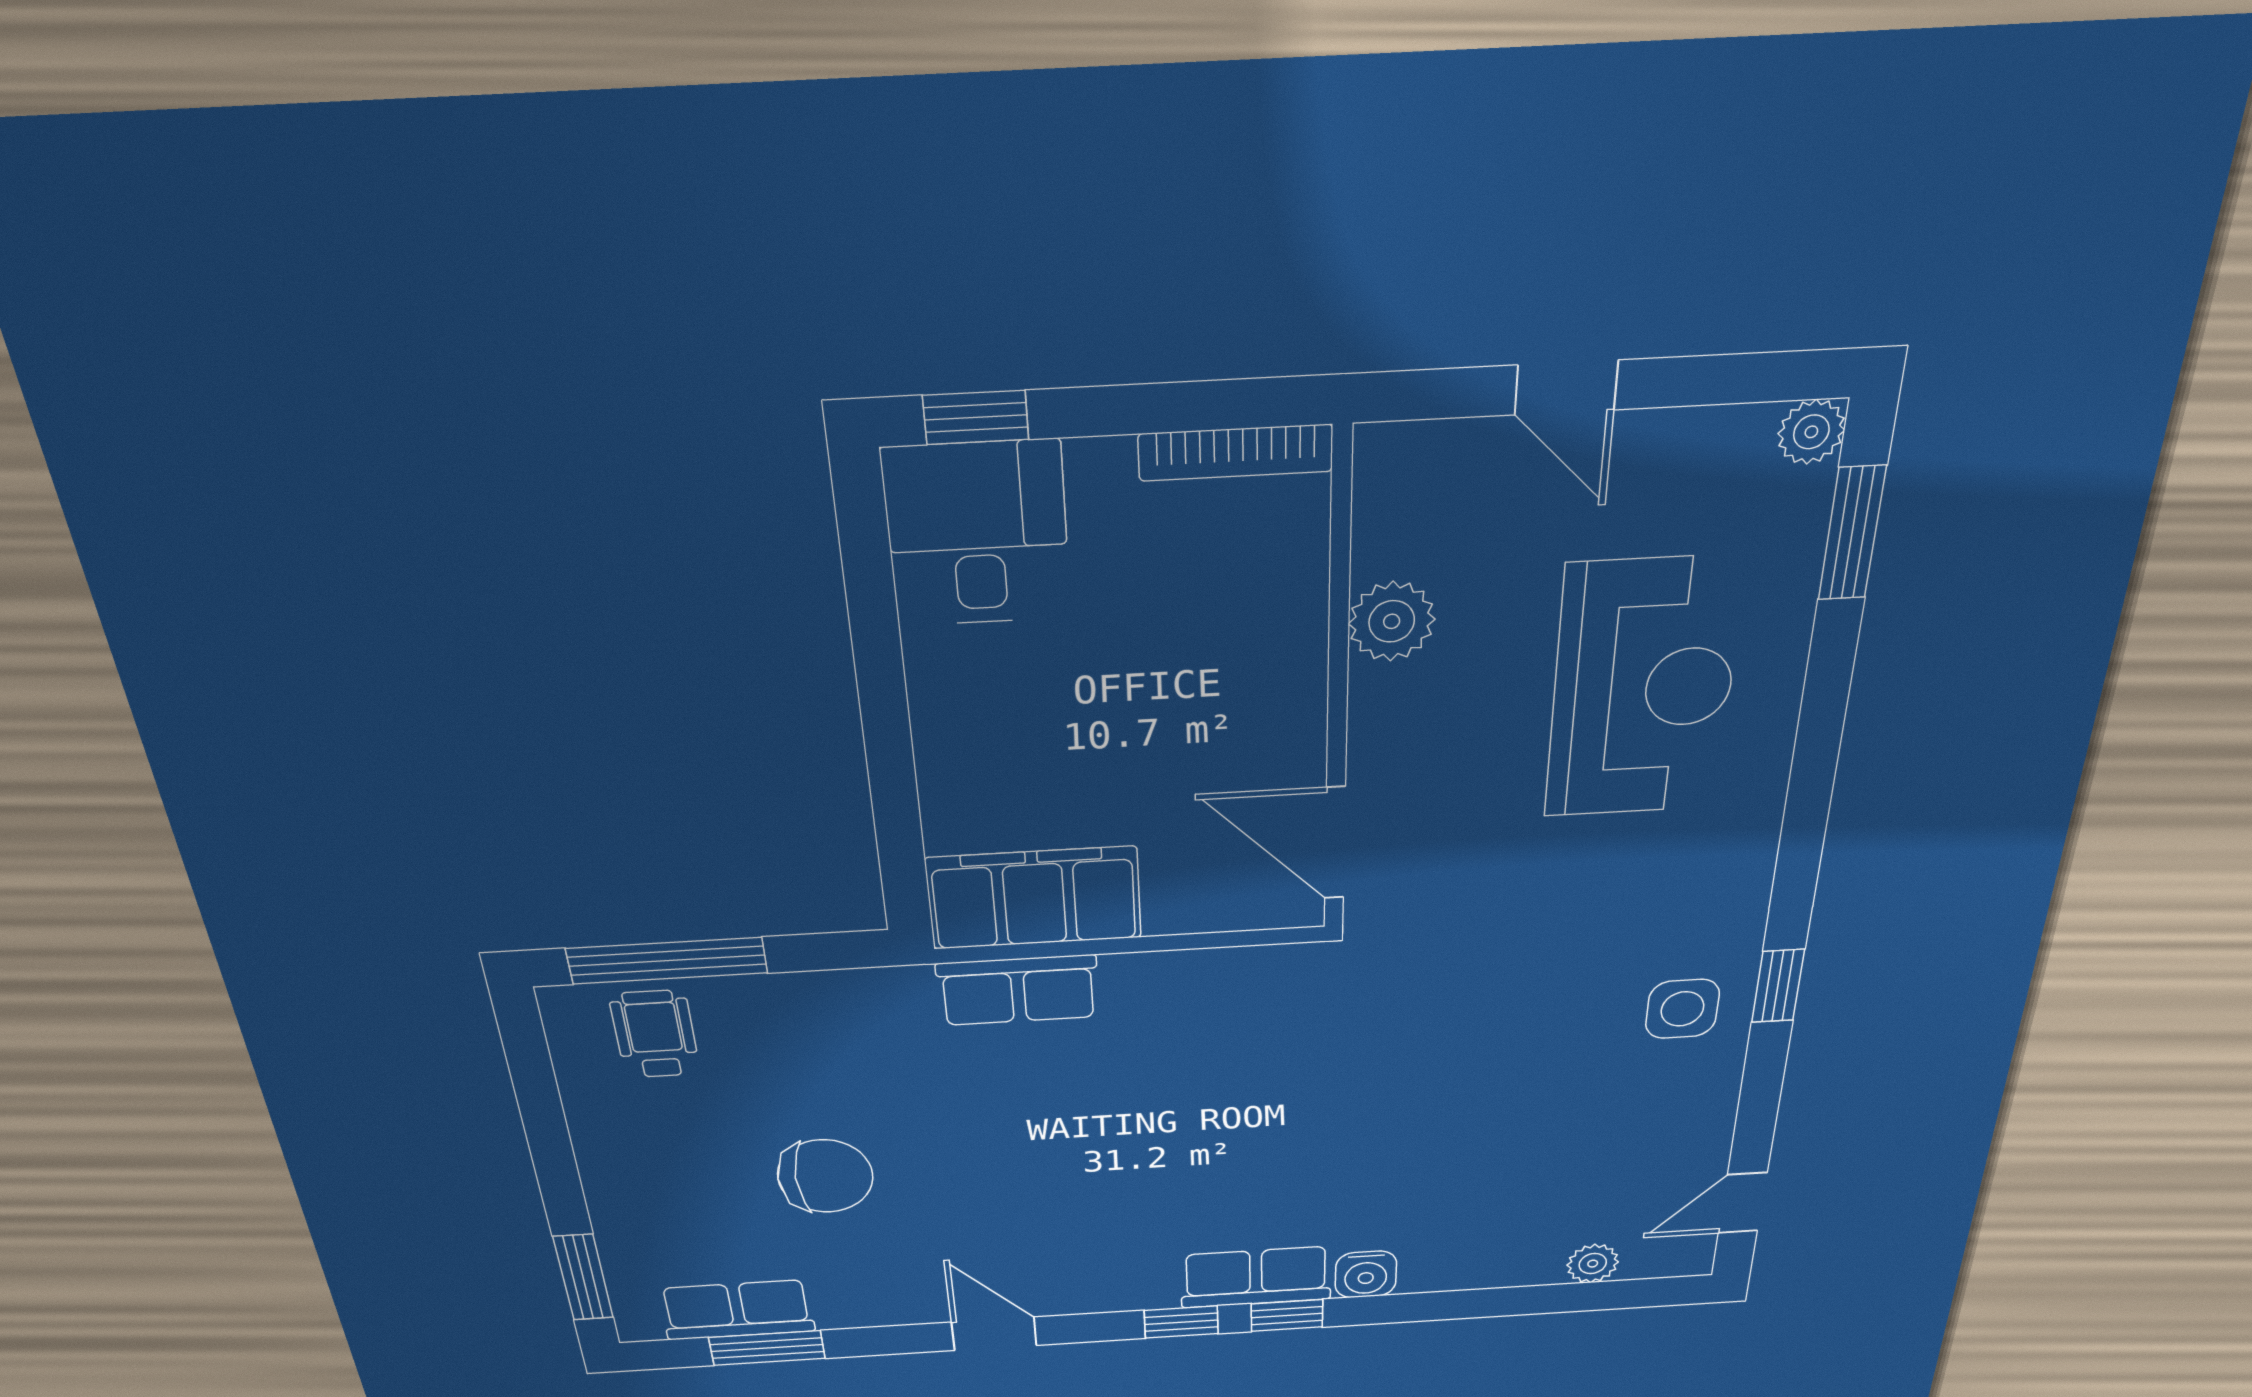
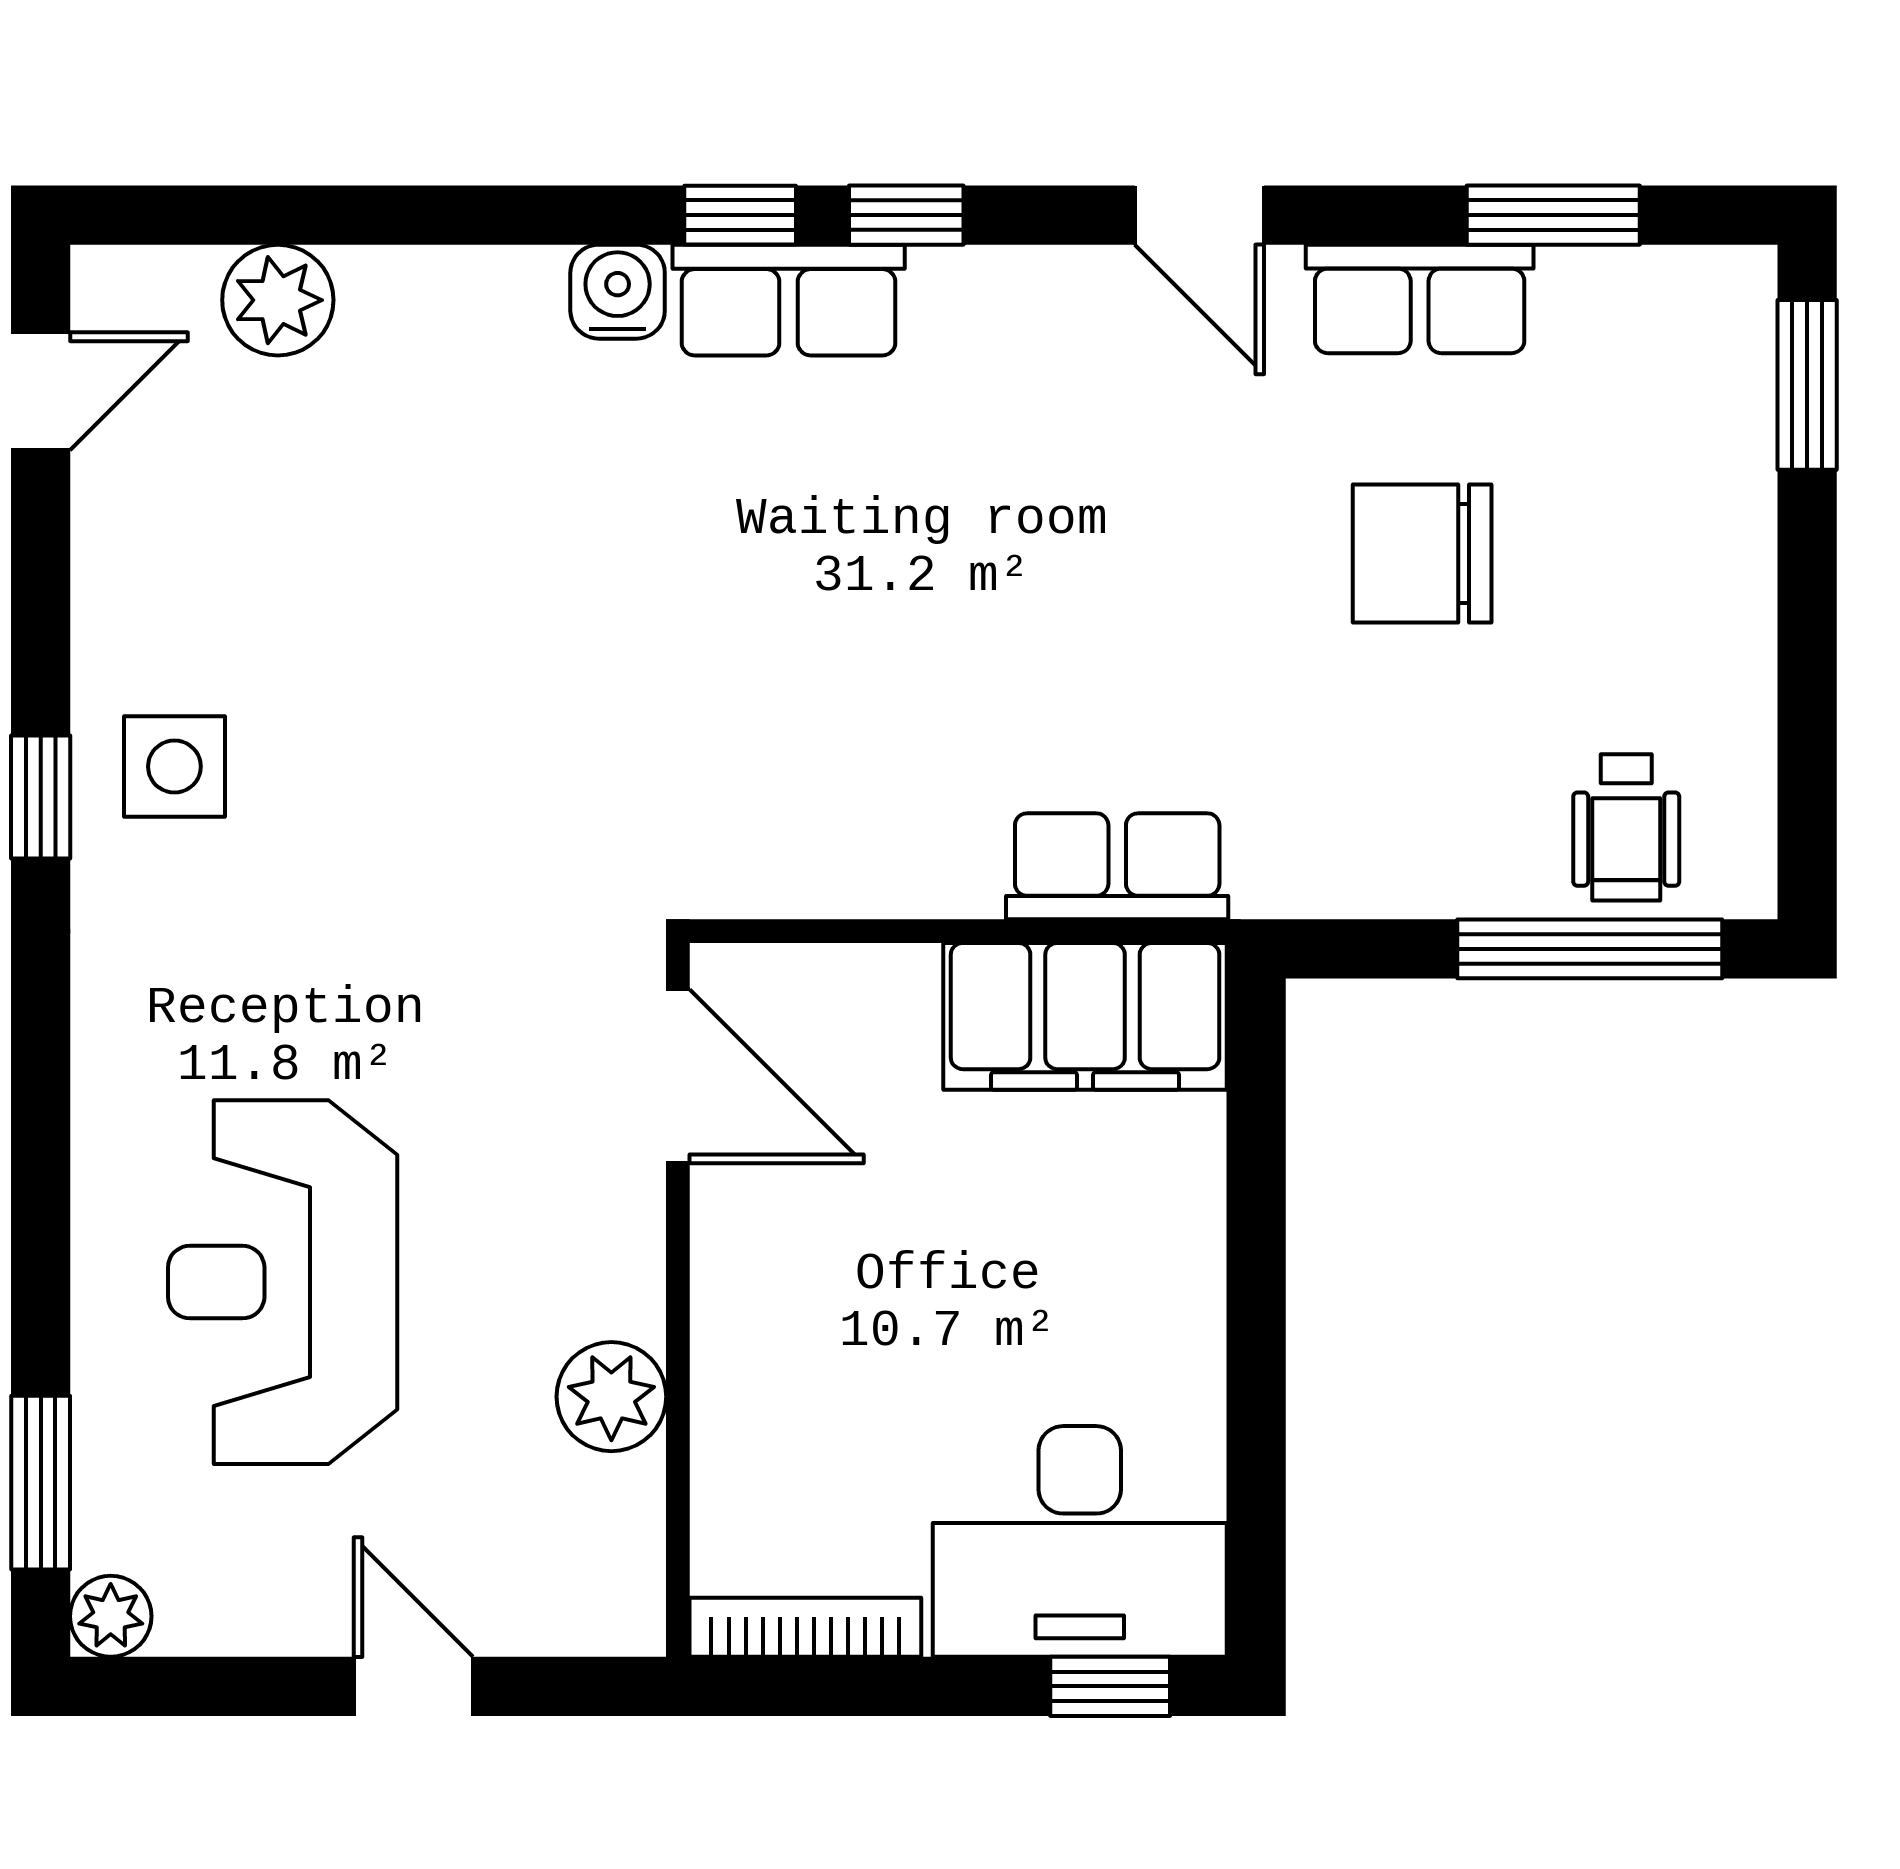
desk: (977, 534) -> (1080, 1541), width x1.37
plant: (1593, 1264) -> (278, 300), width x1.38, depth x1.38
row of seats: (737, 1310) -> (1420, 299), moved

